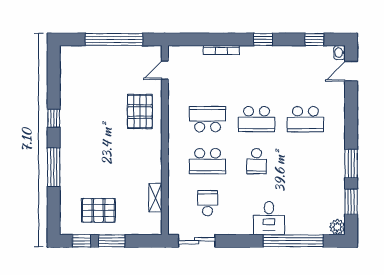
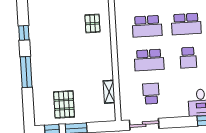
pallet: (140, 112) -> (92, 23), width x0.67, depth x0.71
school desk: (208, 119) -> (147, 26), turned 180
pallet: (98, 210) -> (64, 104), turned 90

